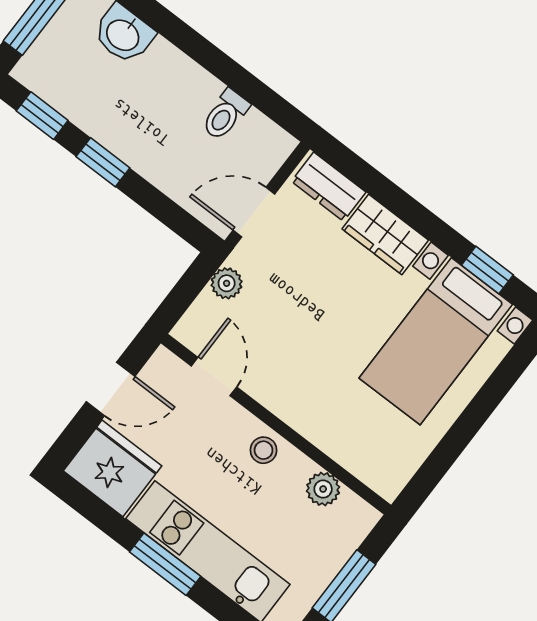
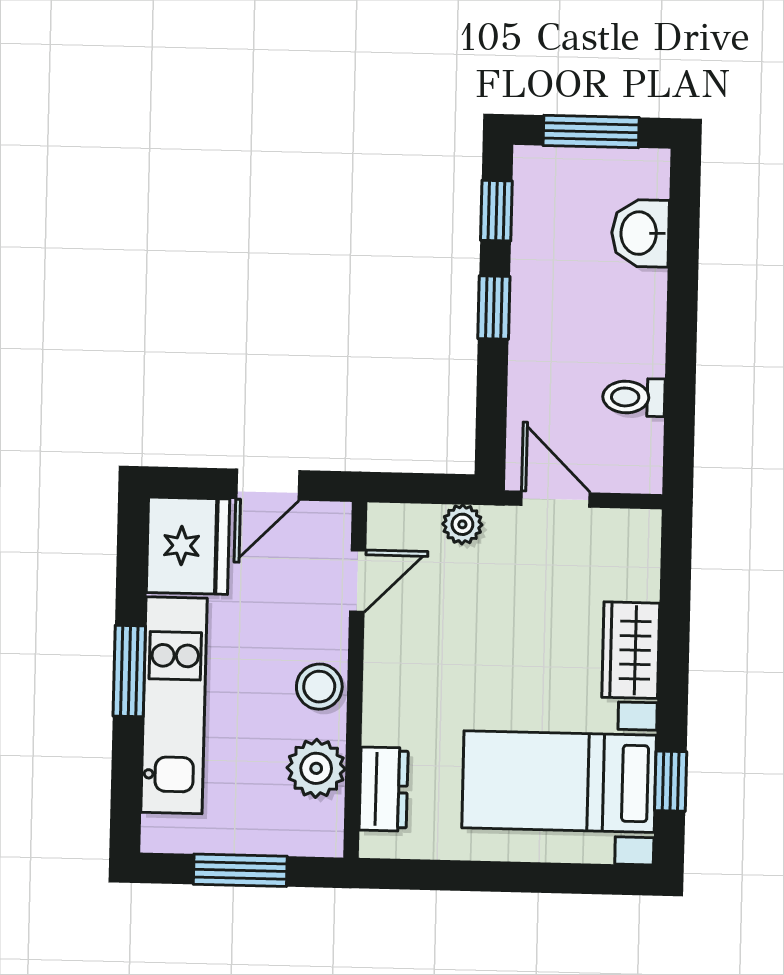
dresser: (329, 187) -> (384, 789), moved, turned 180
door: (111, 389) -> (268, 485), hinge flipped
stool: (263, 450) -> (319, 687), width x1.37, depth x1.37
plant: (323, 489) -> (316, 768), width x1.38, depth x1.38

